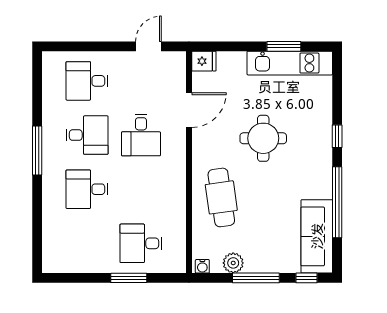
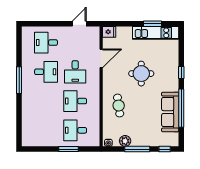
desk: (87, 189) -> (75, 101), moved
cafe table: (221, 197) -> (119, 106), width x0.73, depth x0.74
sofa: (317, 236) -> (170, 112), moved

